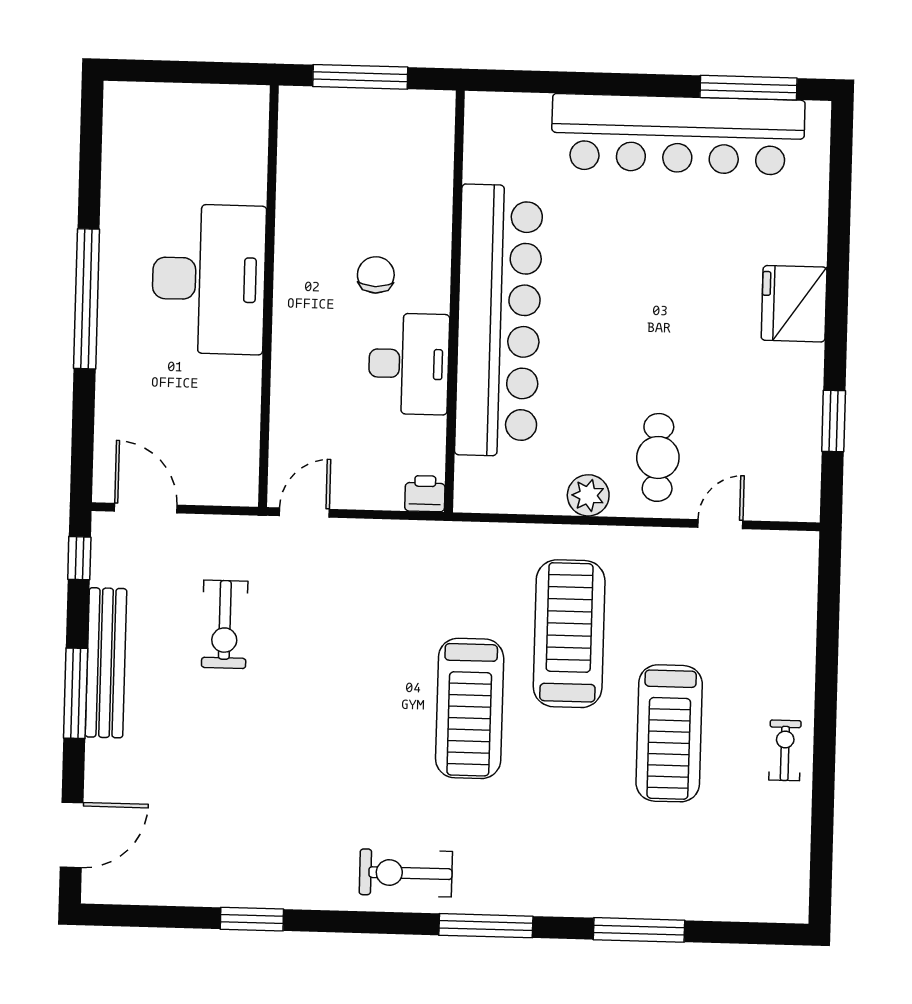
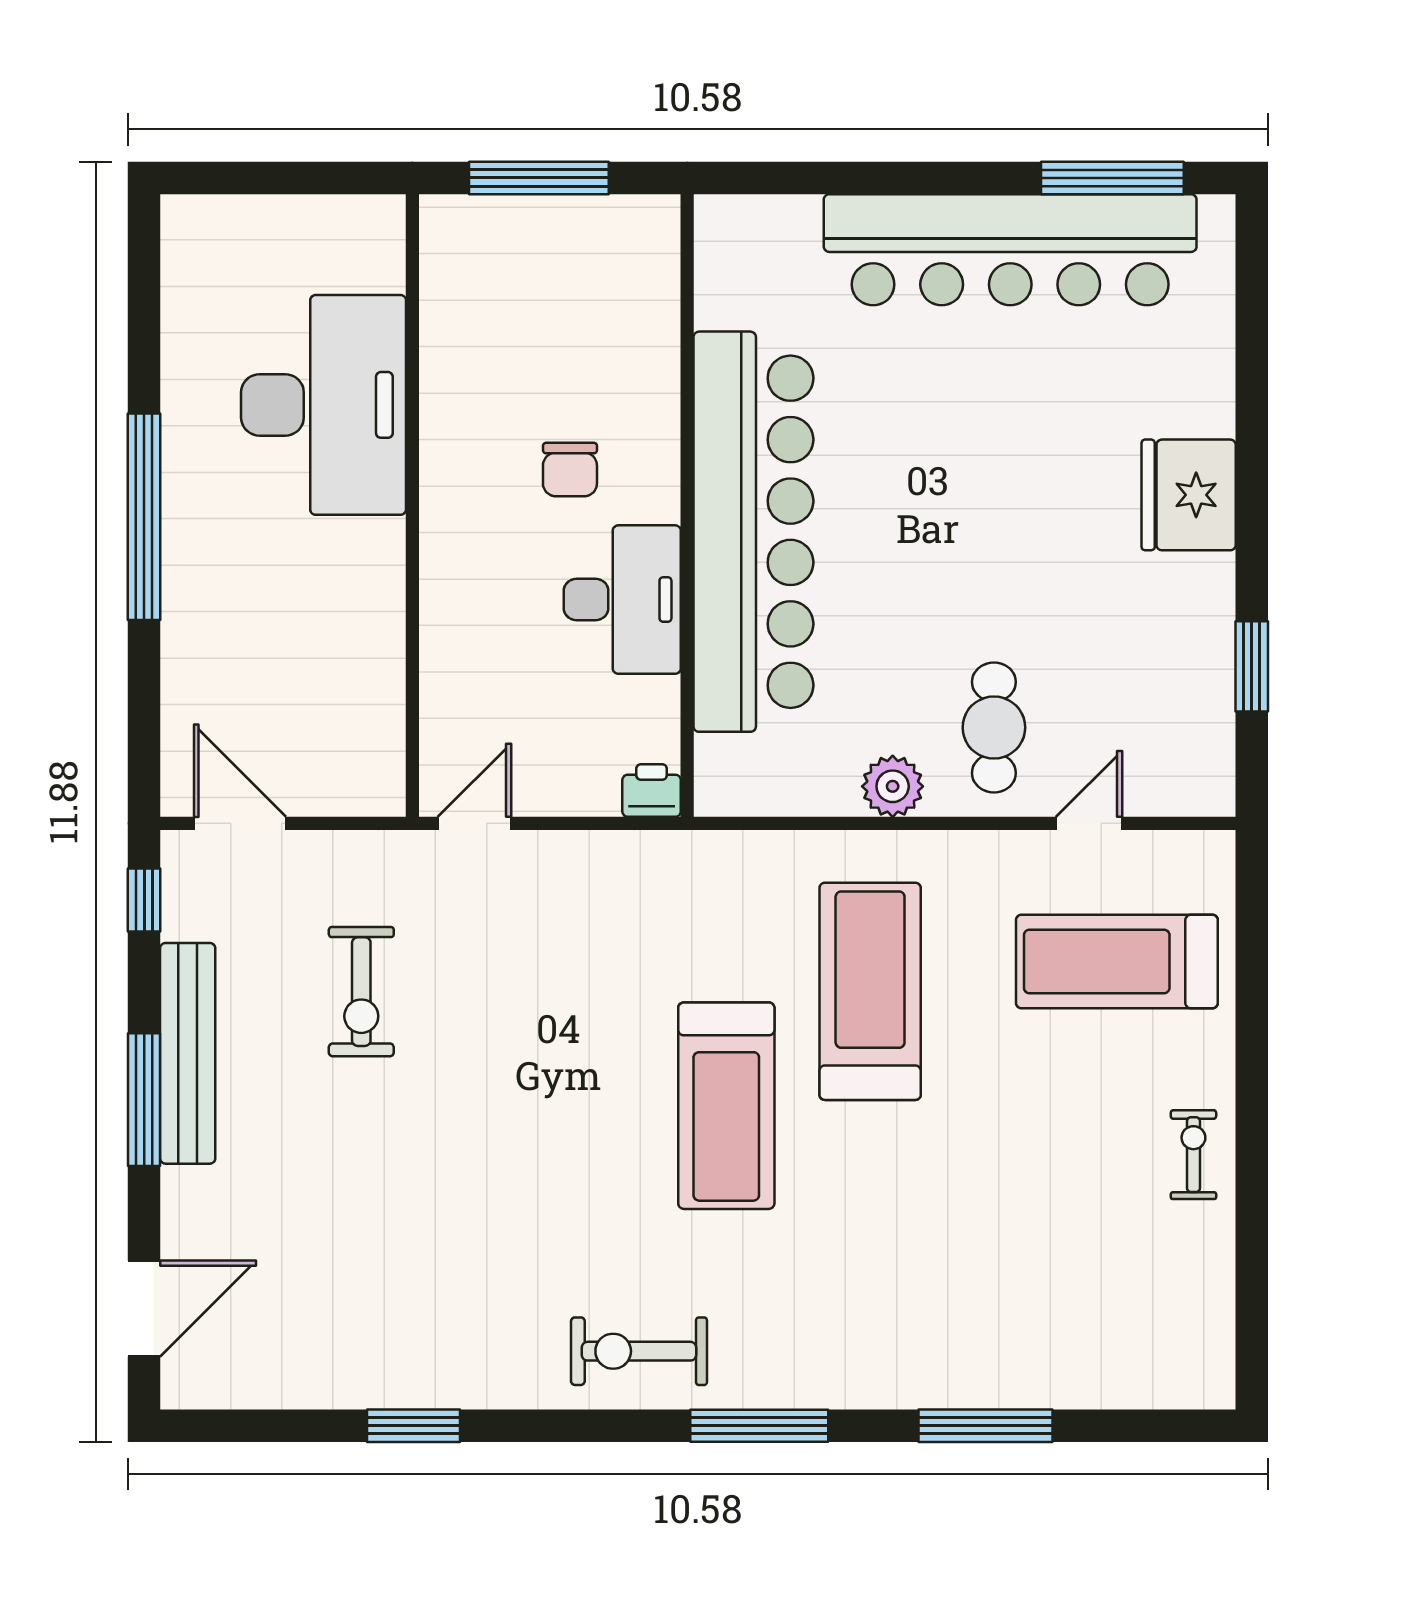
chair: (376, 275) -> (570, 470), turned 180
desk: (209, 279) -> (323, 405), moved
treadmill: (669, 733) -> (1117, 961), moved, turned 90

